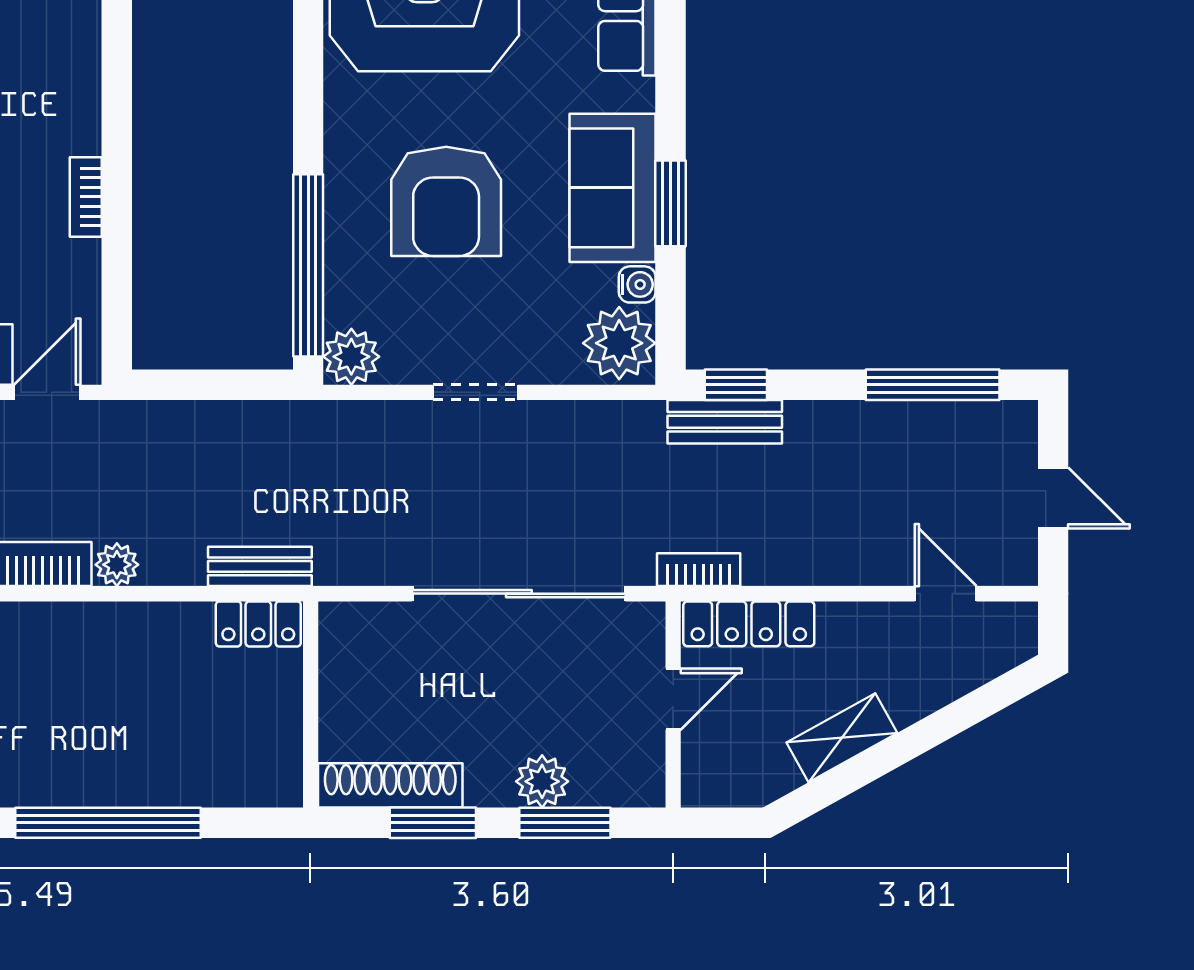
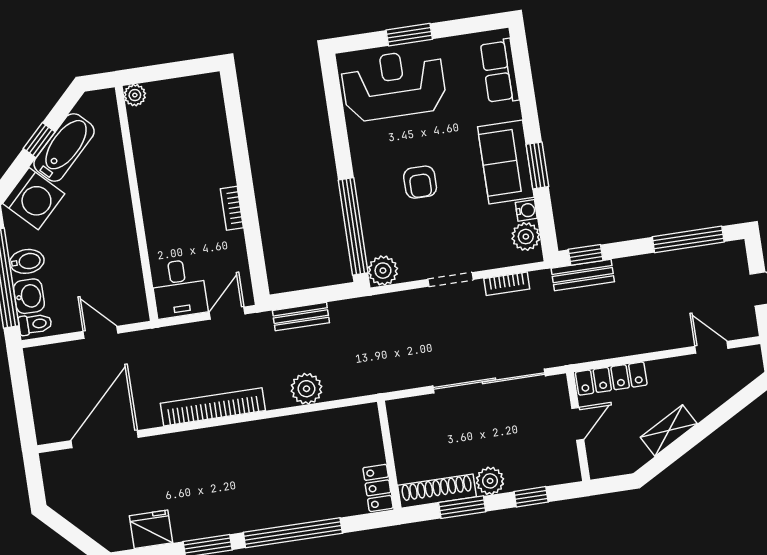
armchair: (446, 201) -> (420, 182), width x0.53, depth x0.53
plant: (619, 343) -> (526, 237), width x0.73, depth x0.73
plant: (117, 565) -> (306, 389), moved, width x1.38, depth x1.38
bench: (260, 566) -> (301, 317), moved
bookcase: (699, 570) -> (507, 284), moved, turned 180
locker: (258, 624) -> (378, 488), moved, turned 90
plant: (542, 781) -> (490, 481), moved
window: (565, 823) -> (531, 497), width x0.67

